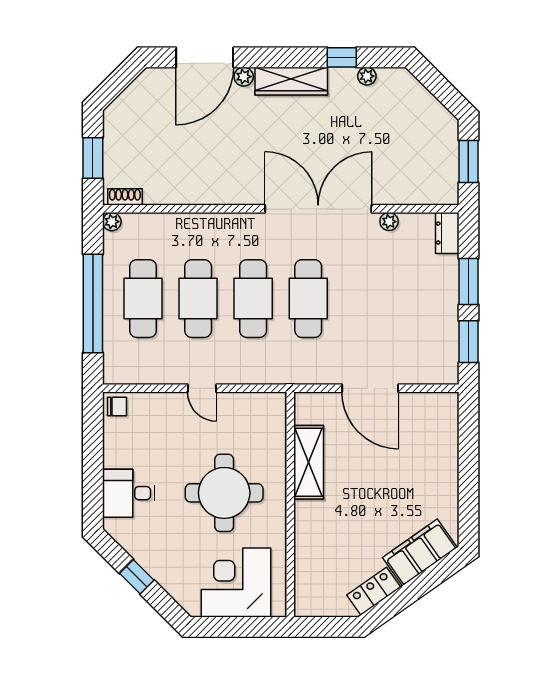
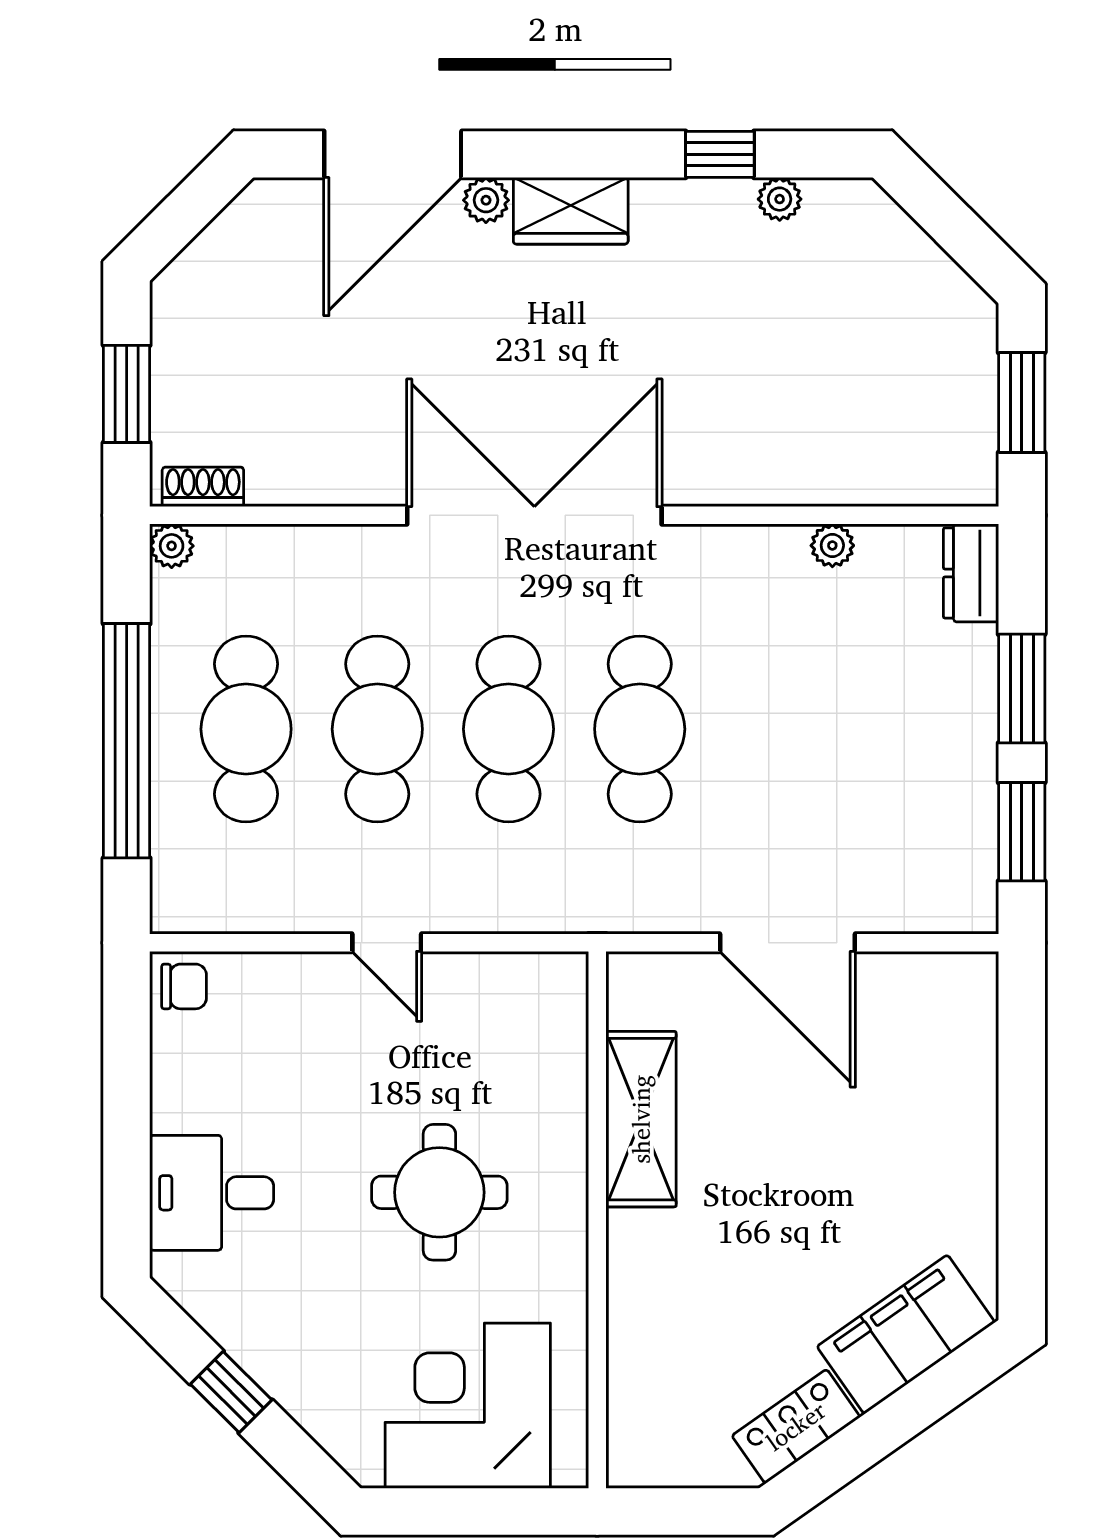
wardrobe: (291, 81) -> (571, 211), width x0.67
double door: (318, 209) -> (534, 515), moved
round table: (224, 493) -> (439, 1192), width x0.73, depth x0.73

